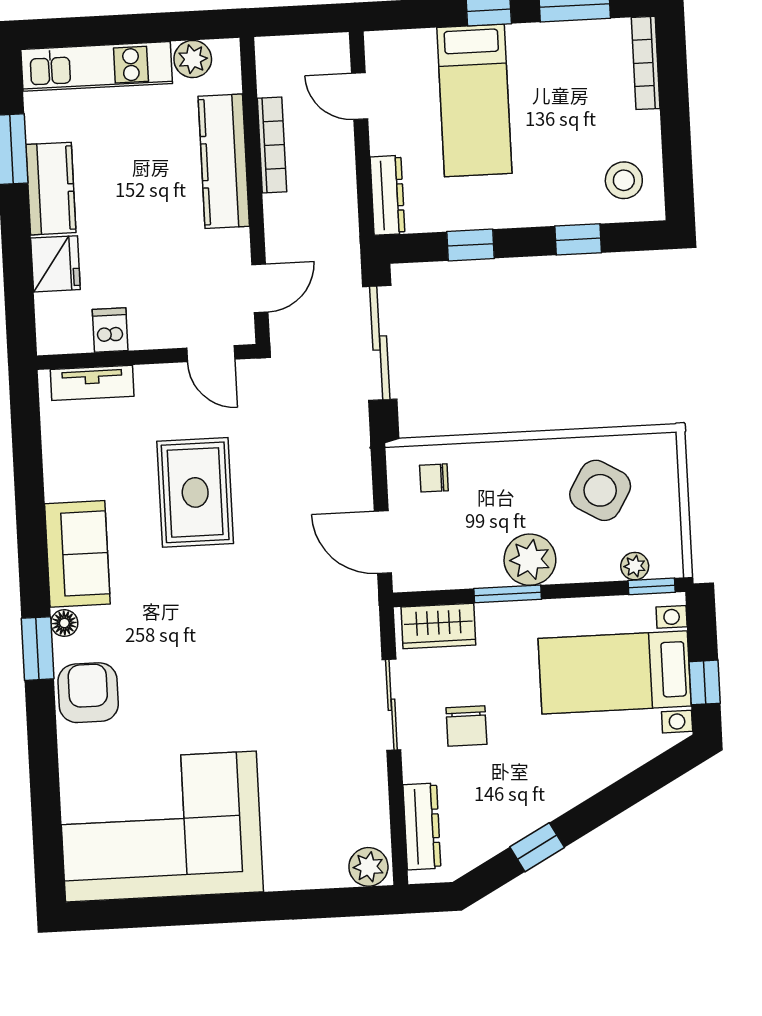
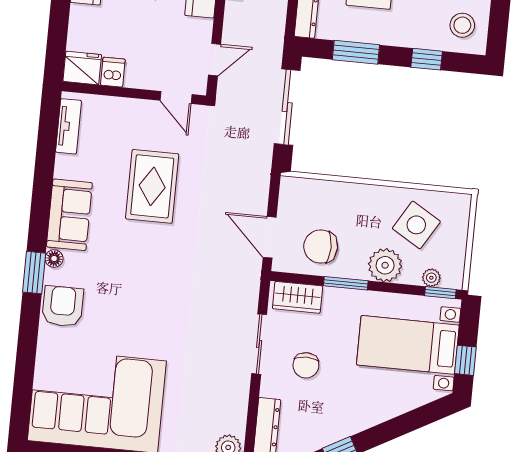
window: (470, 245) -> (356, 52), width x1.50
fridge: (55, 264) -> (82, 68), moved, turned -90
tv unit: (92, 383) -> (69, 126), moved, turned -90
chair: (434, 478) -> (321, 247), moved, width x1.87, depth x1.87
plant: (530, 560) -> (385, 265), moved

